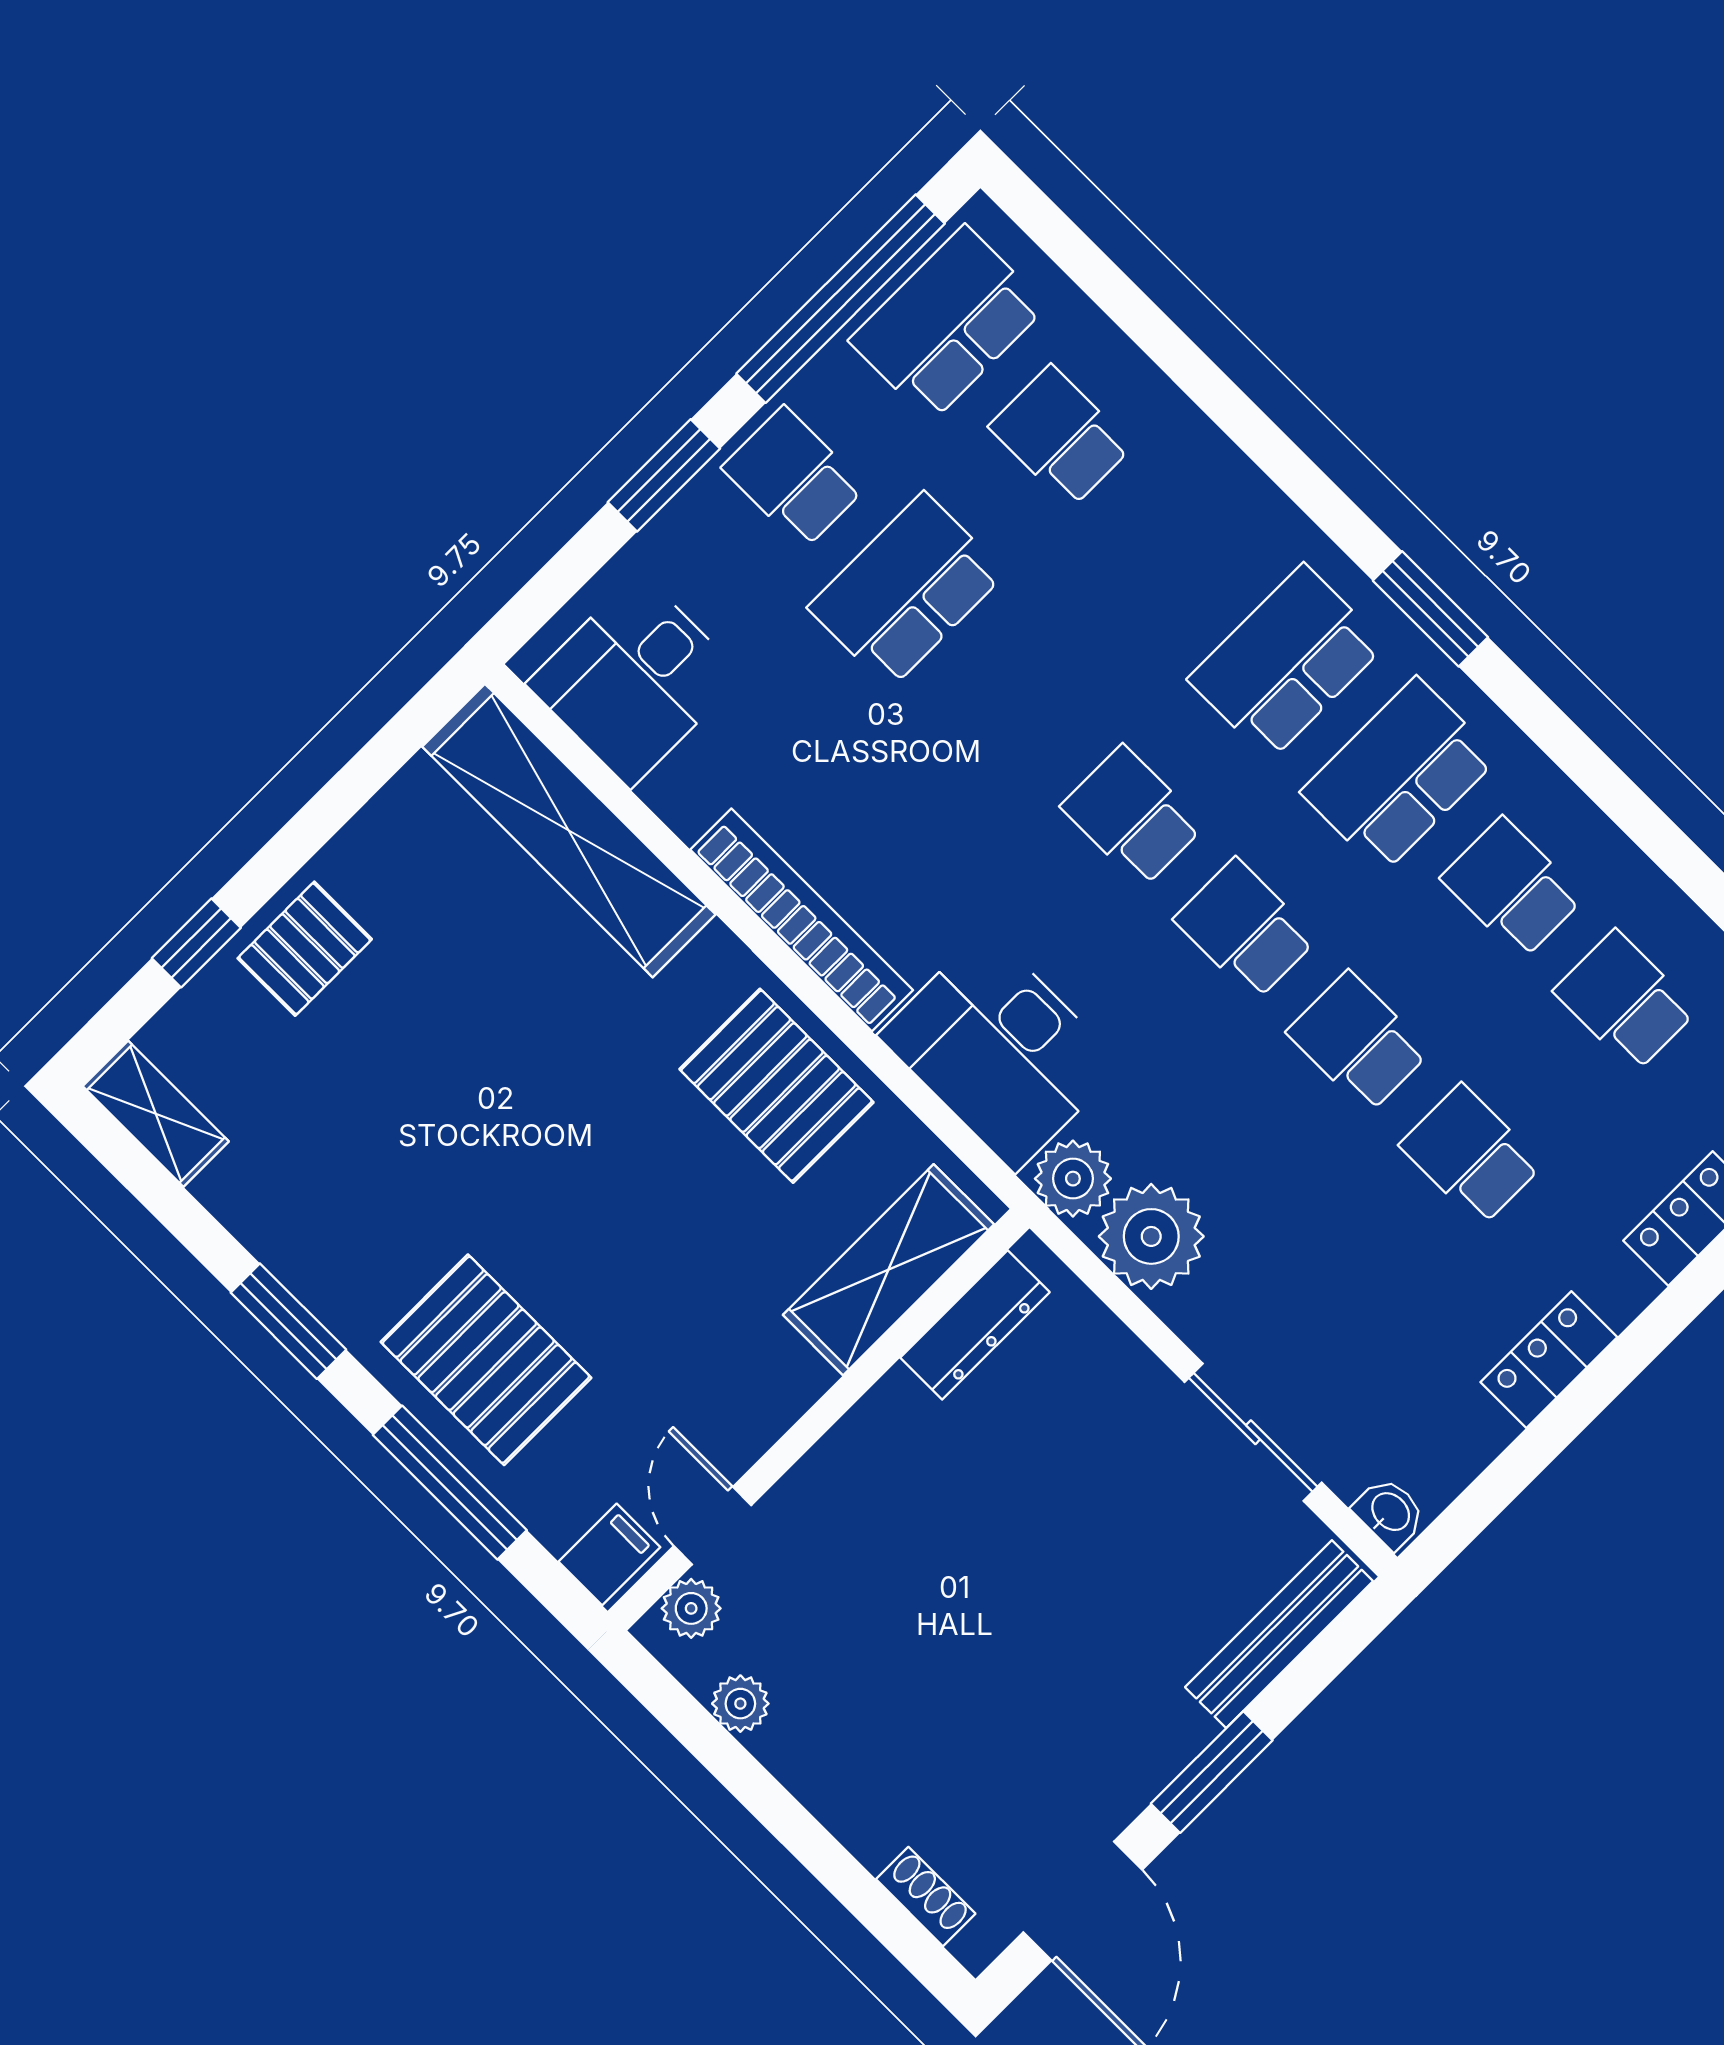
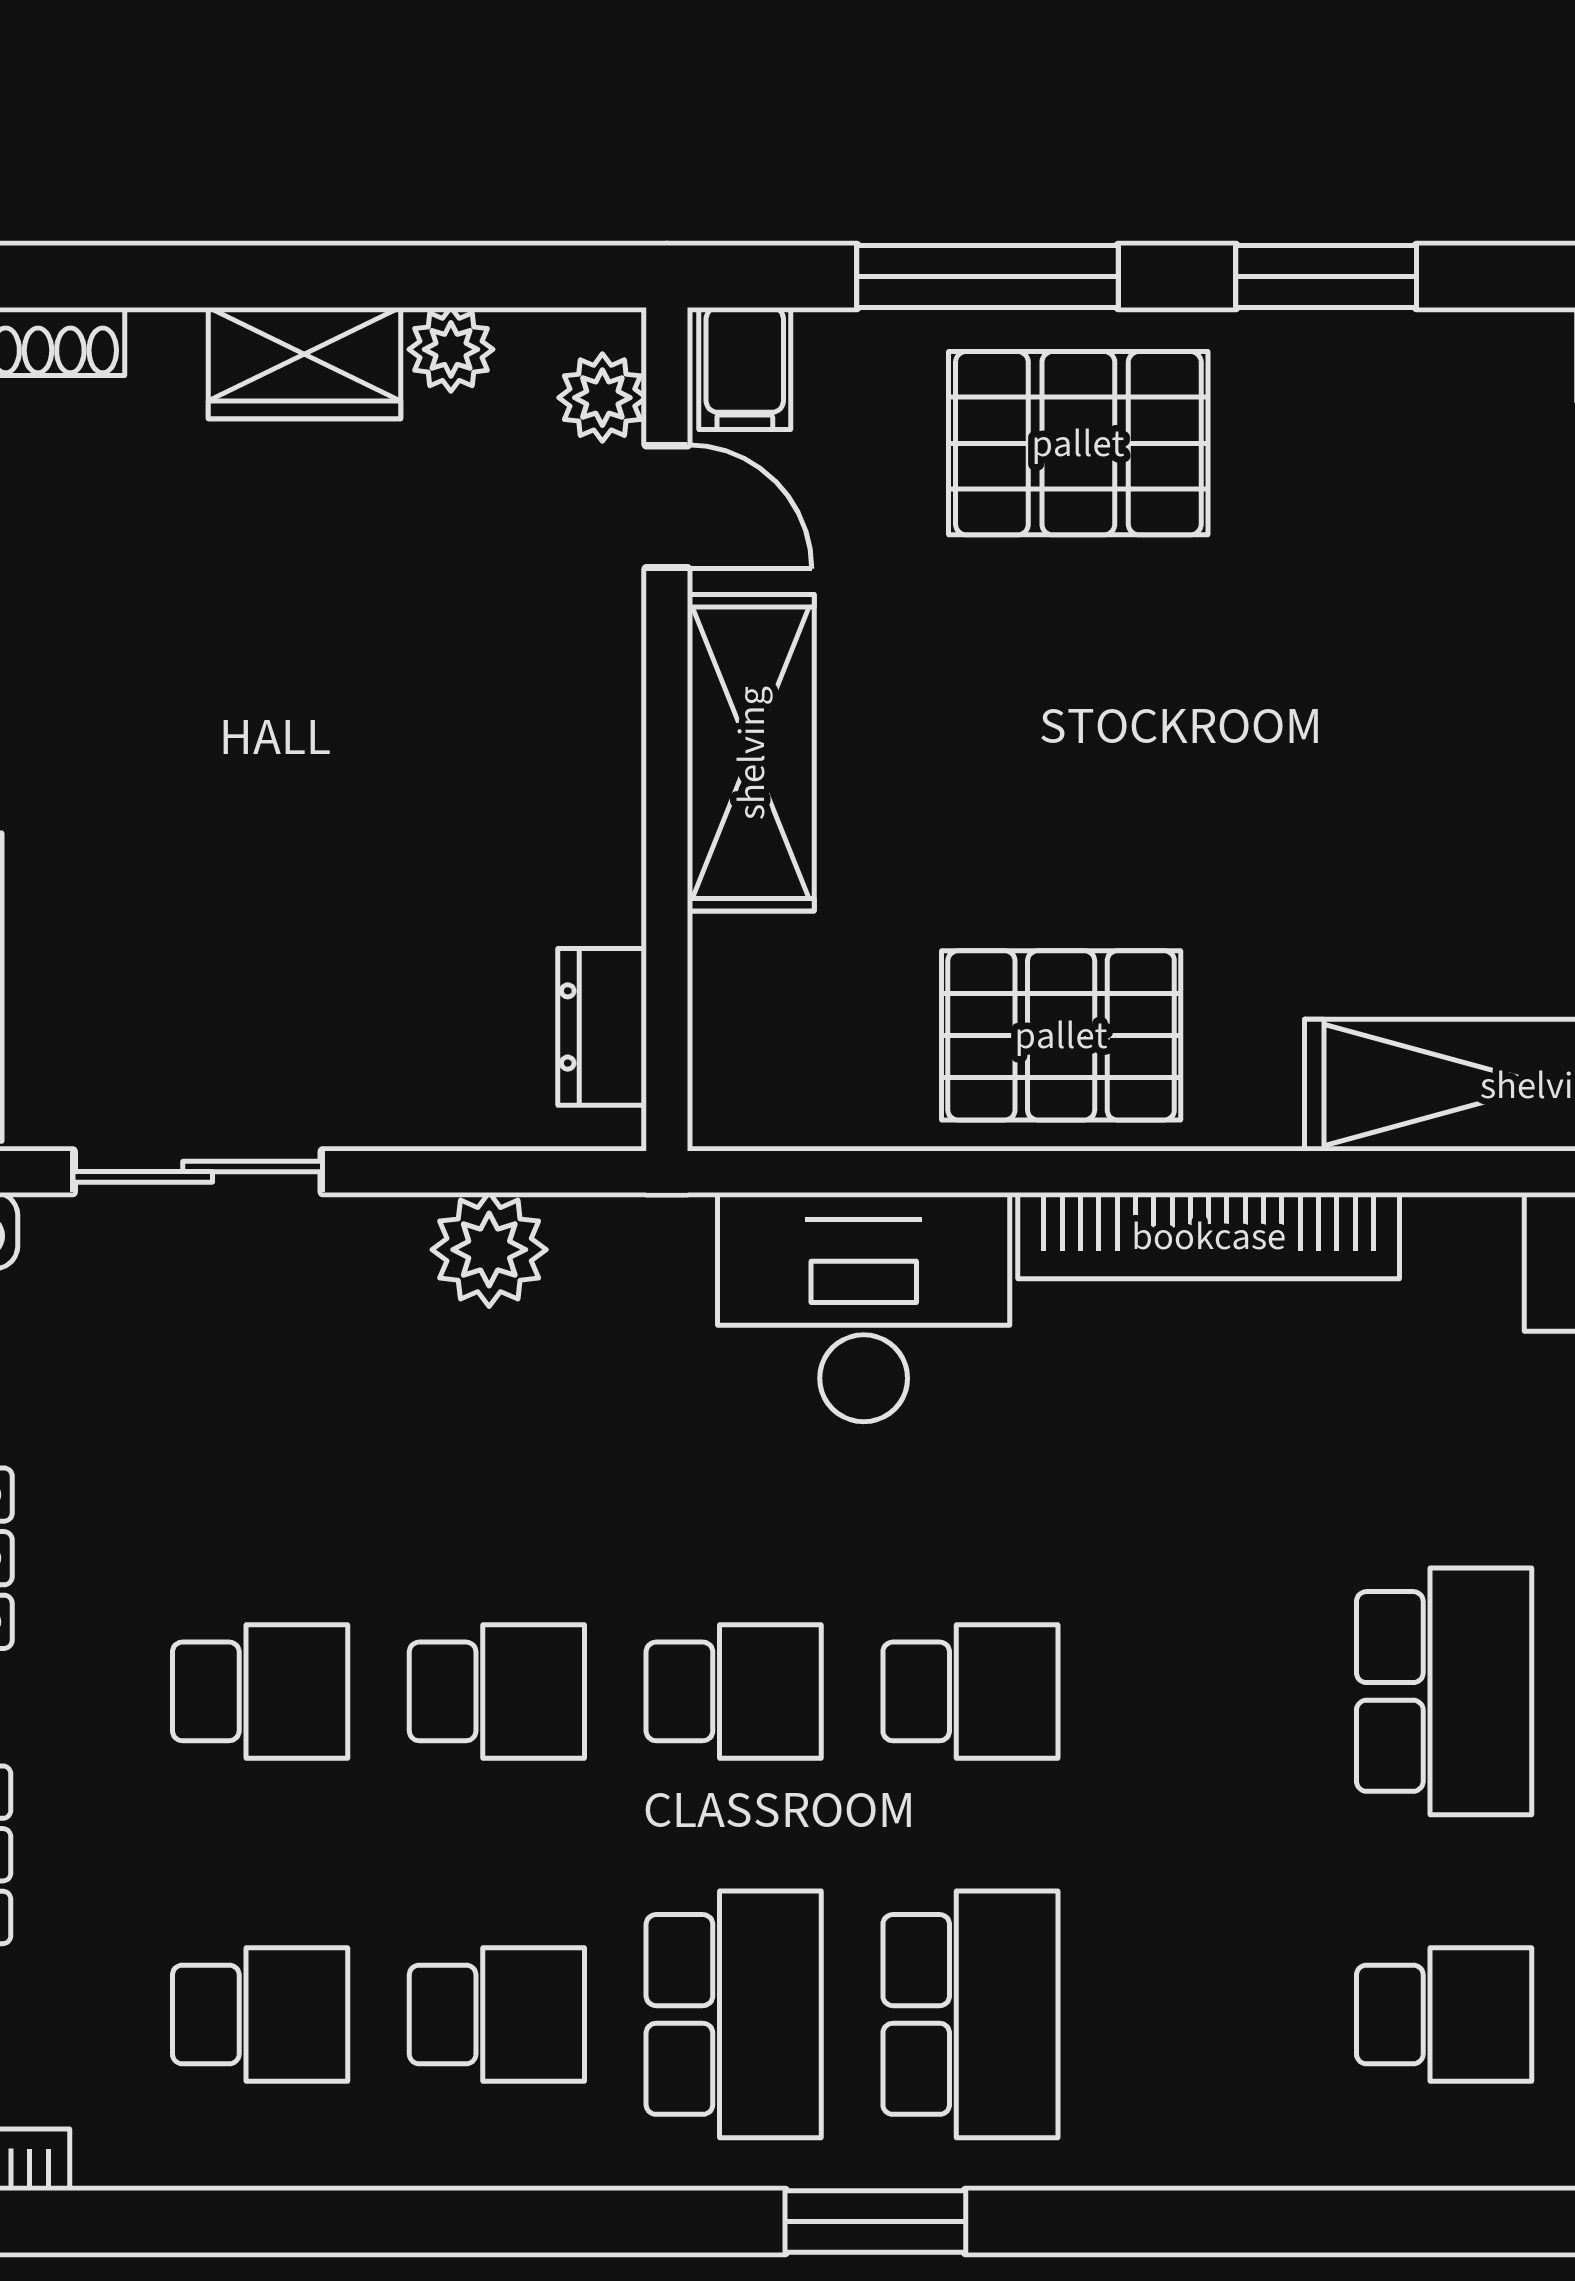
plant: (1073, 1179) -> (653, 1249), removed
plant: (1151, 1236) -> (489, 1250), width x0.73, depth x0.73
shelving: (888, 1270) -> (751, 753), moved
dresser: (975, 1325) -> (602, 1027), width x0.70
wardrobe: (817, 1767) -> (305, 363), added

